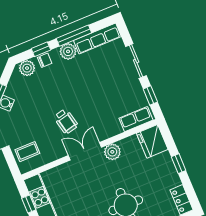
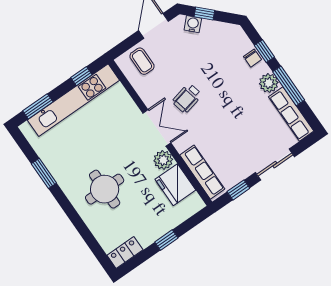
plant: (27, 68) -> (239, 40), removed
row of seats: (136, 119) -> (202, 172), width x1.48
fridge: (152, 141) -> (175, 185), moved, turned -90

